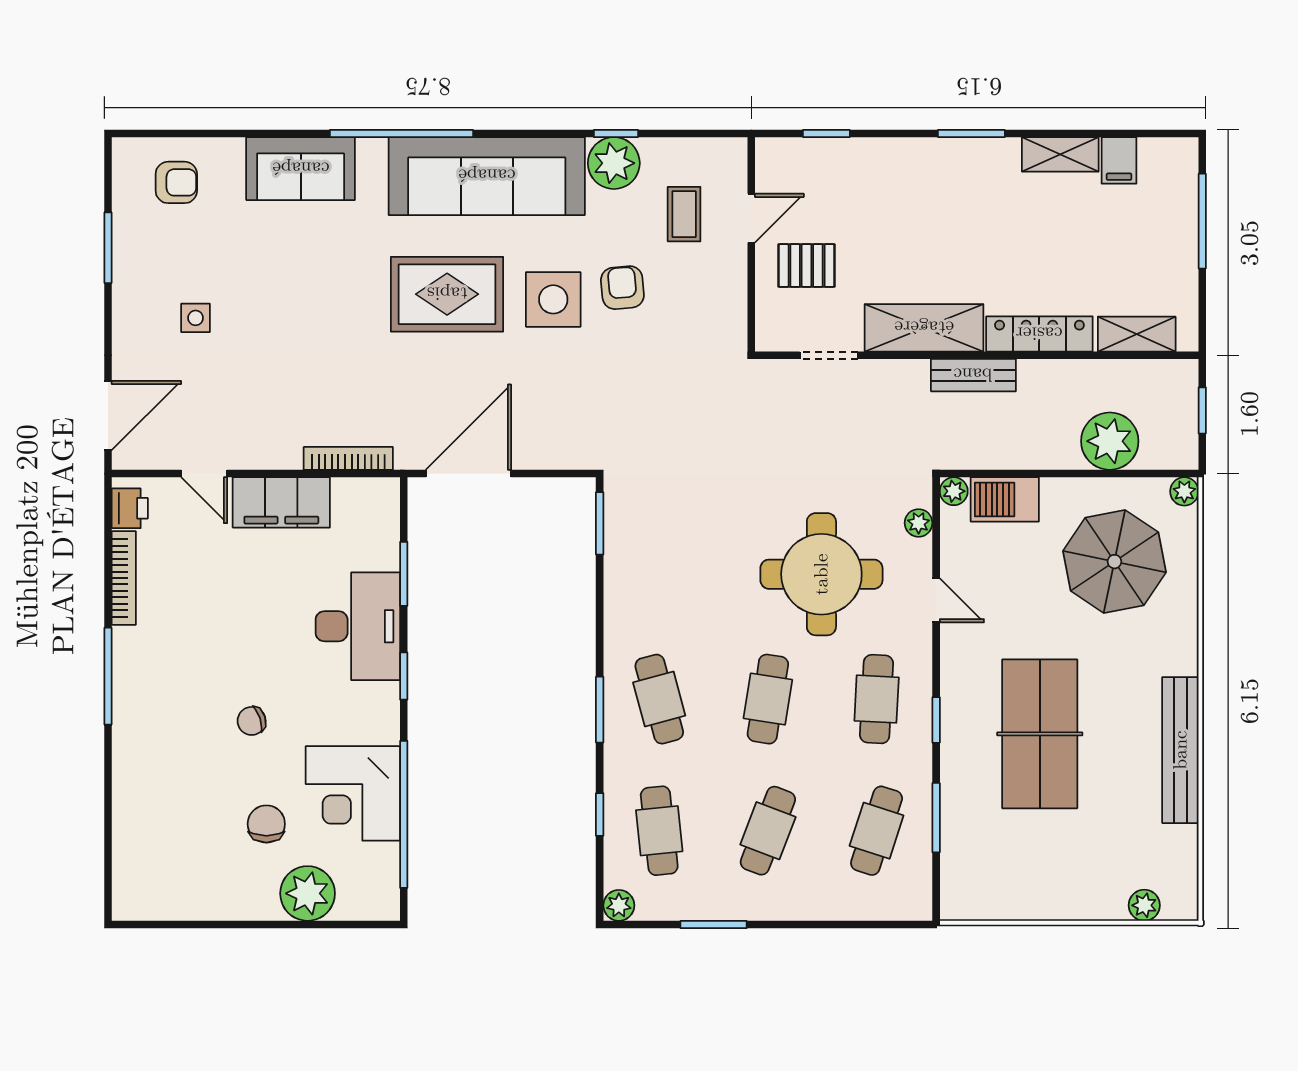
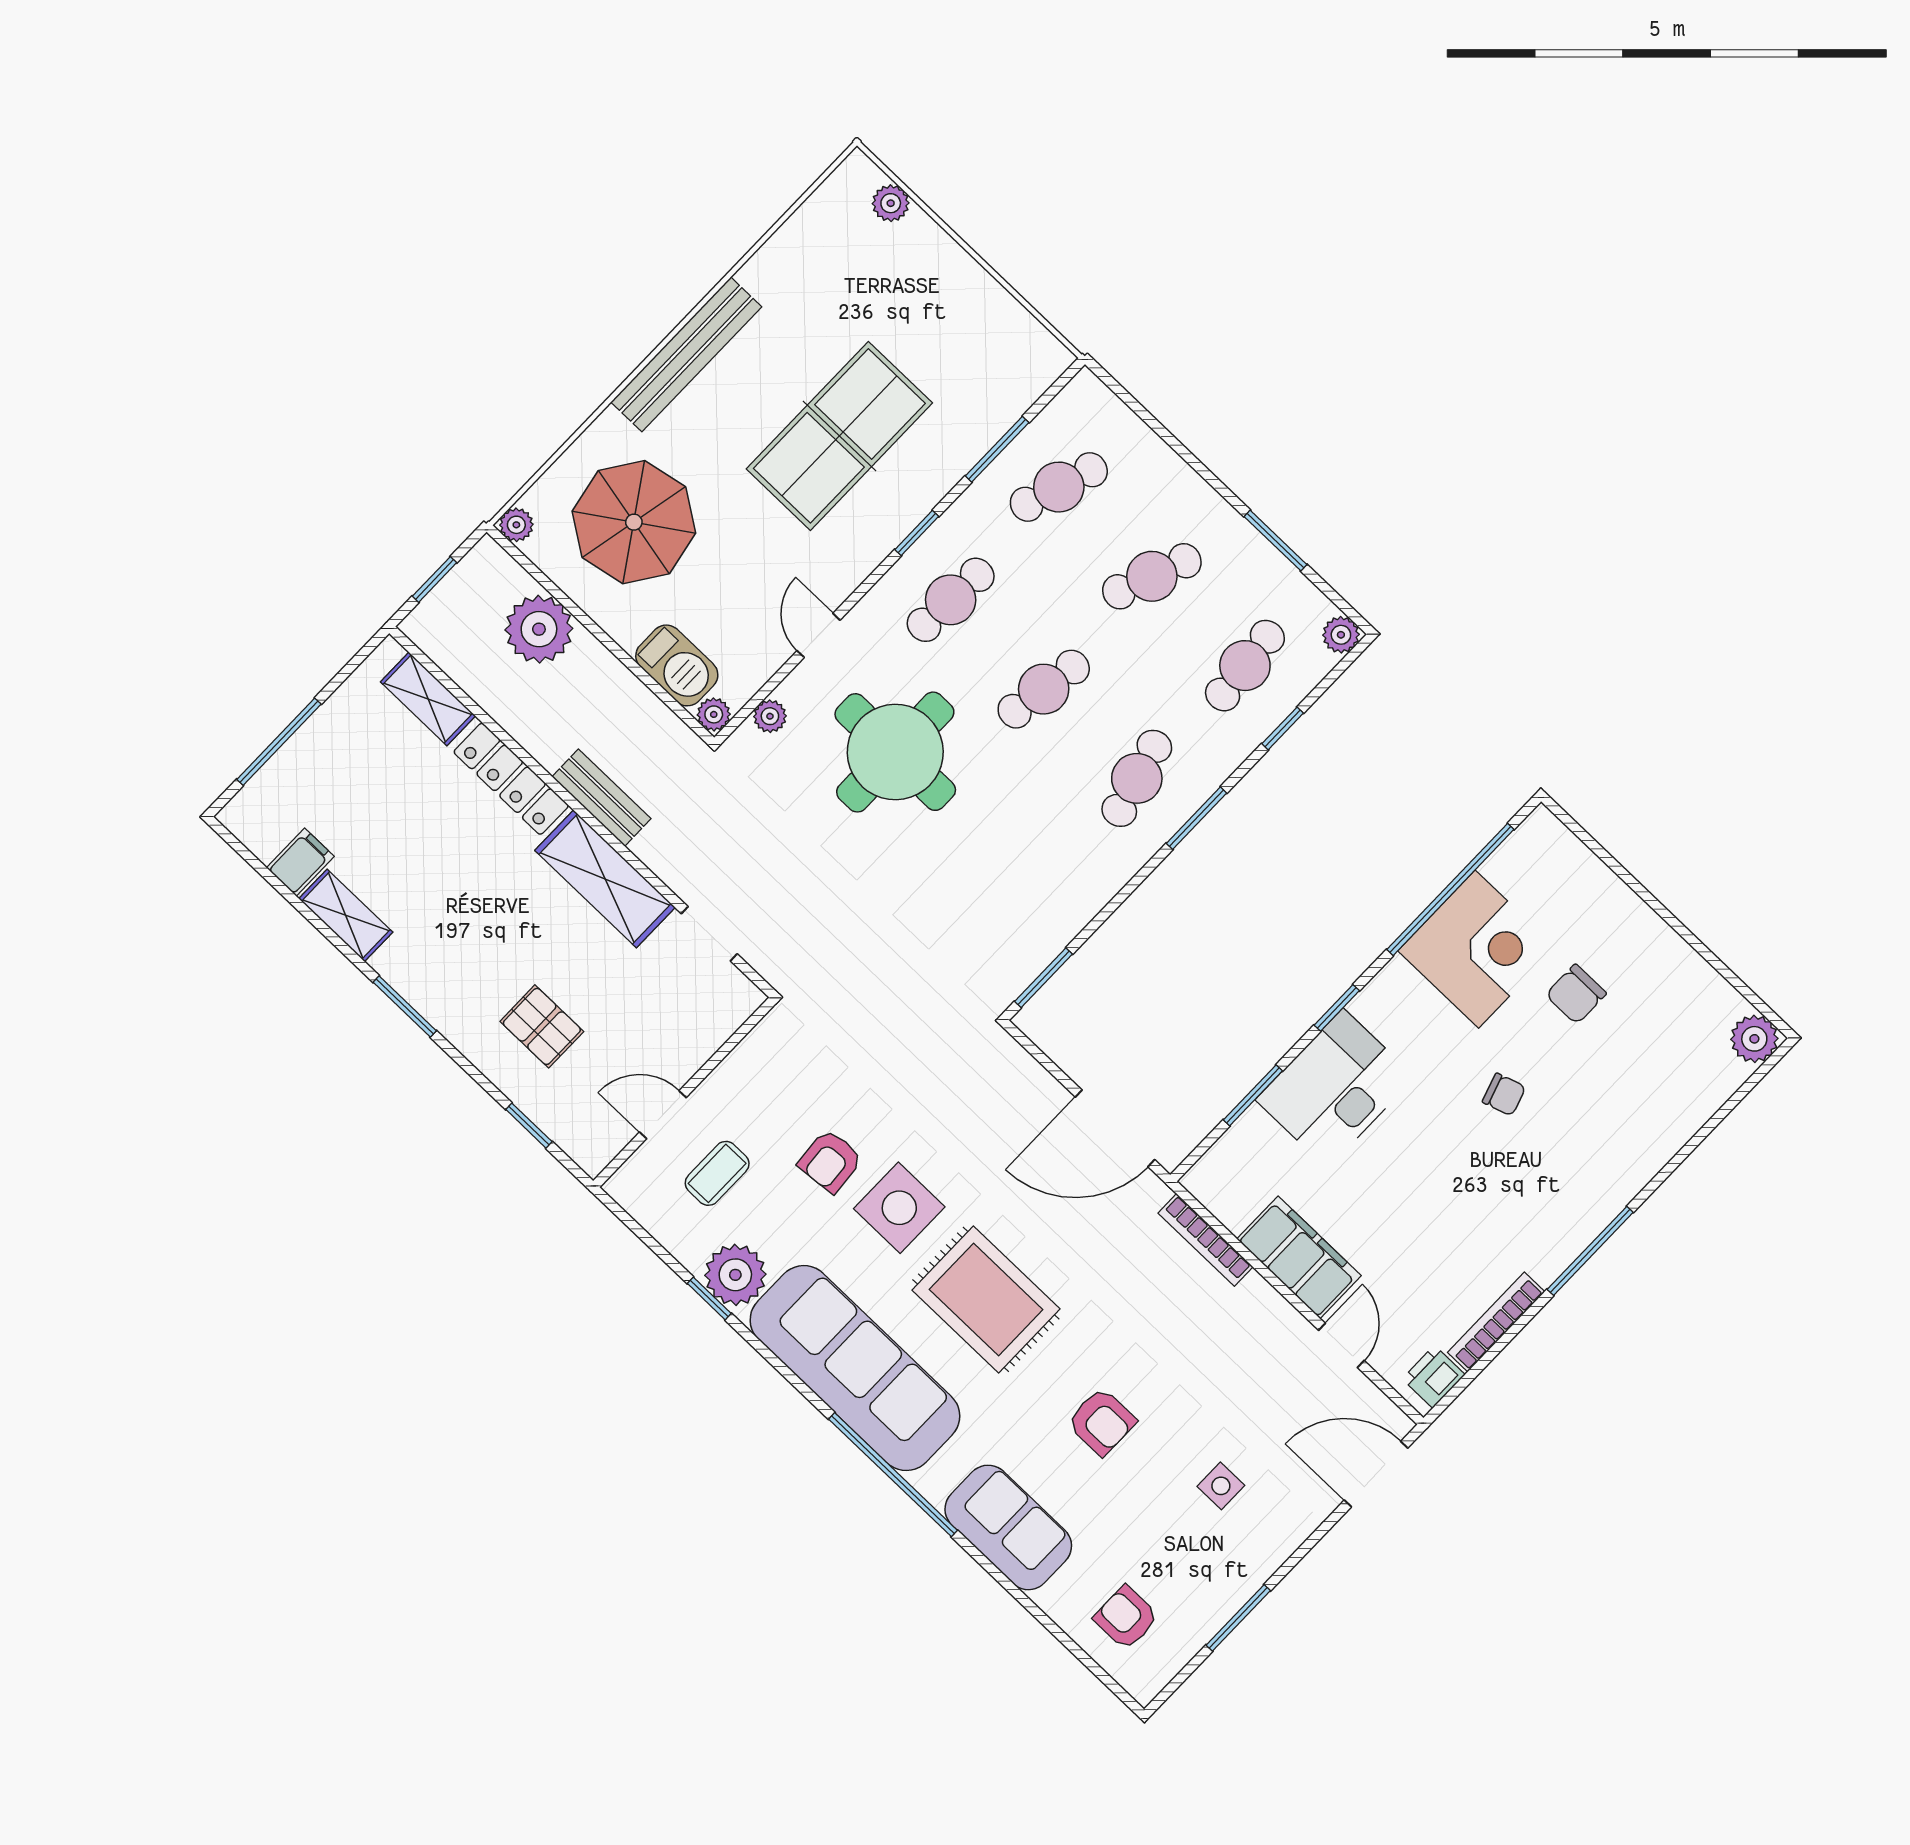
pallet: (807, 266) -> (542, 1026), moved
armchair: (306, 287) -> (1102, 1422), added
bench: (1180, 750) -> (686, 354), moved
plant: (308, 893) -> (1754, 1039), moved, width x0.73, depth x0.73

